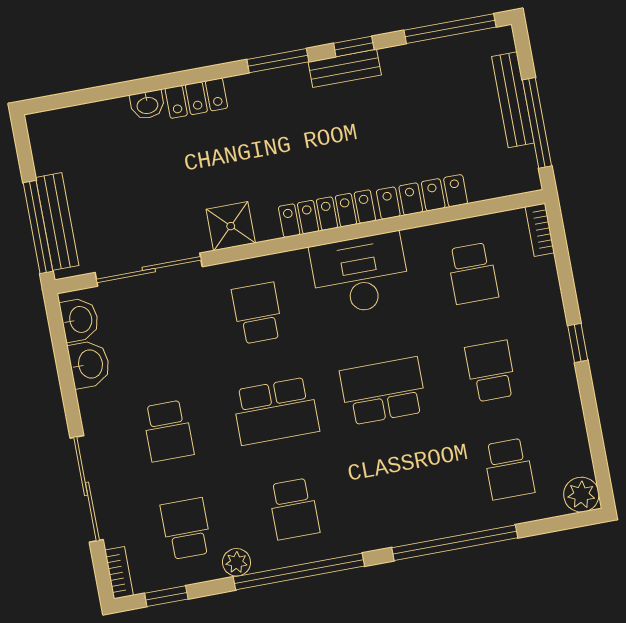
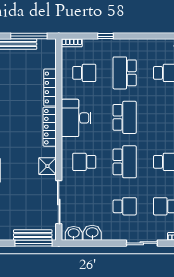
window: (578, 343) -> (106, 36), moved
school desk: (491, 371) -> (125, 73), width x1.85
school desk: (383, 391) -> (125, 117), turned 180
sliding door: (87, 489) -> (142, 243), width x0.73

